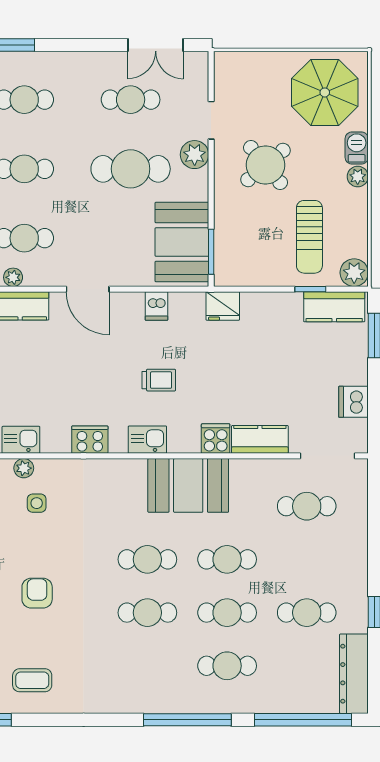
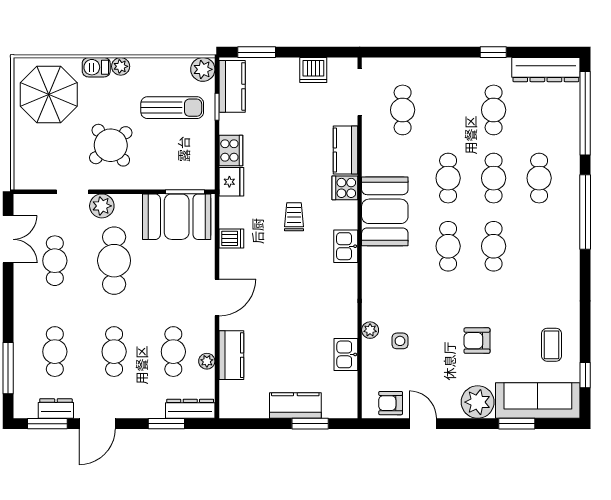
trolley: (159, 380) -> (294, 217), moved
cooker: (90, 440) -> (231, 150), moved, turned 180
plant: (24, 468) -> (370, 330), moved

